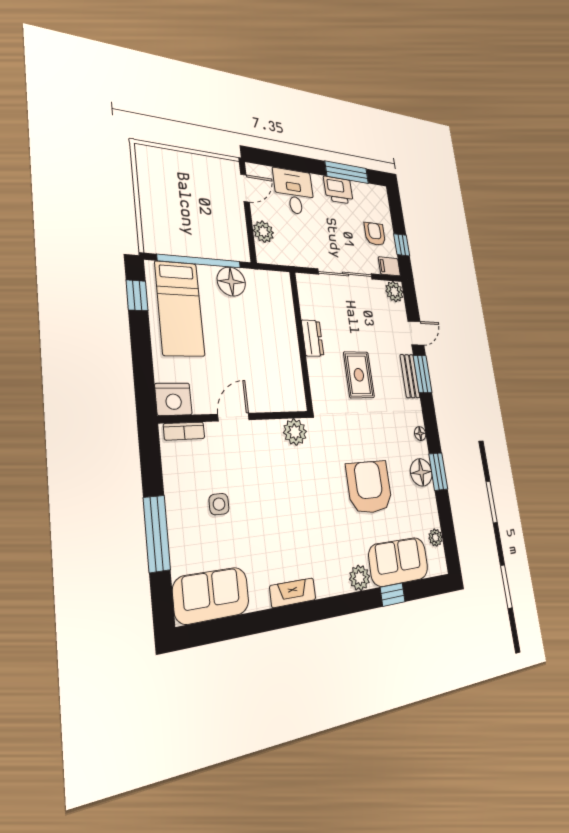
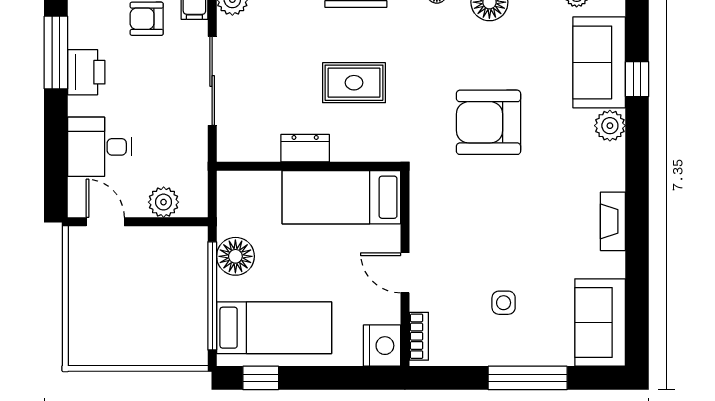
bed: (283, 365) -> (341, 197), added
plant: (295, 432) -> (426, 192), removed
armchair: (369, 487) -> (489, 122), moved

